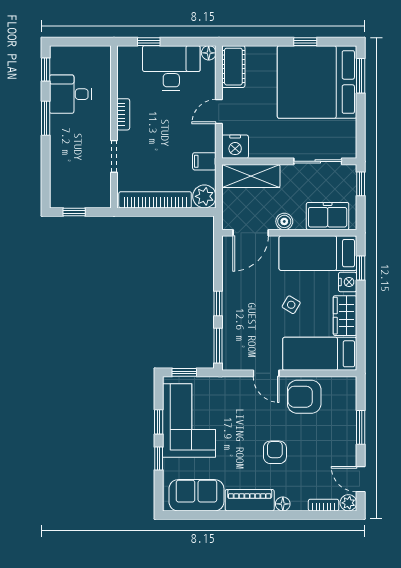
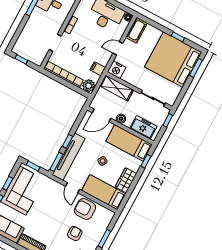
nightstand: (348, 282) -> (136, 165), removed
tv unit: (233, 327) -> (69, 157), added
armchair: (275, 452) -> (75, 233), moved

